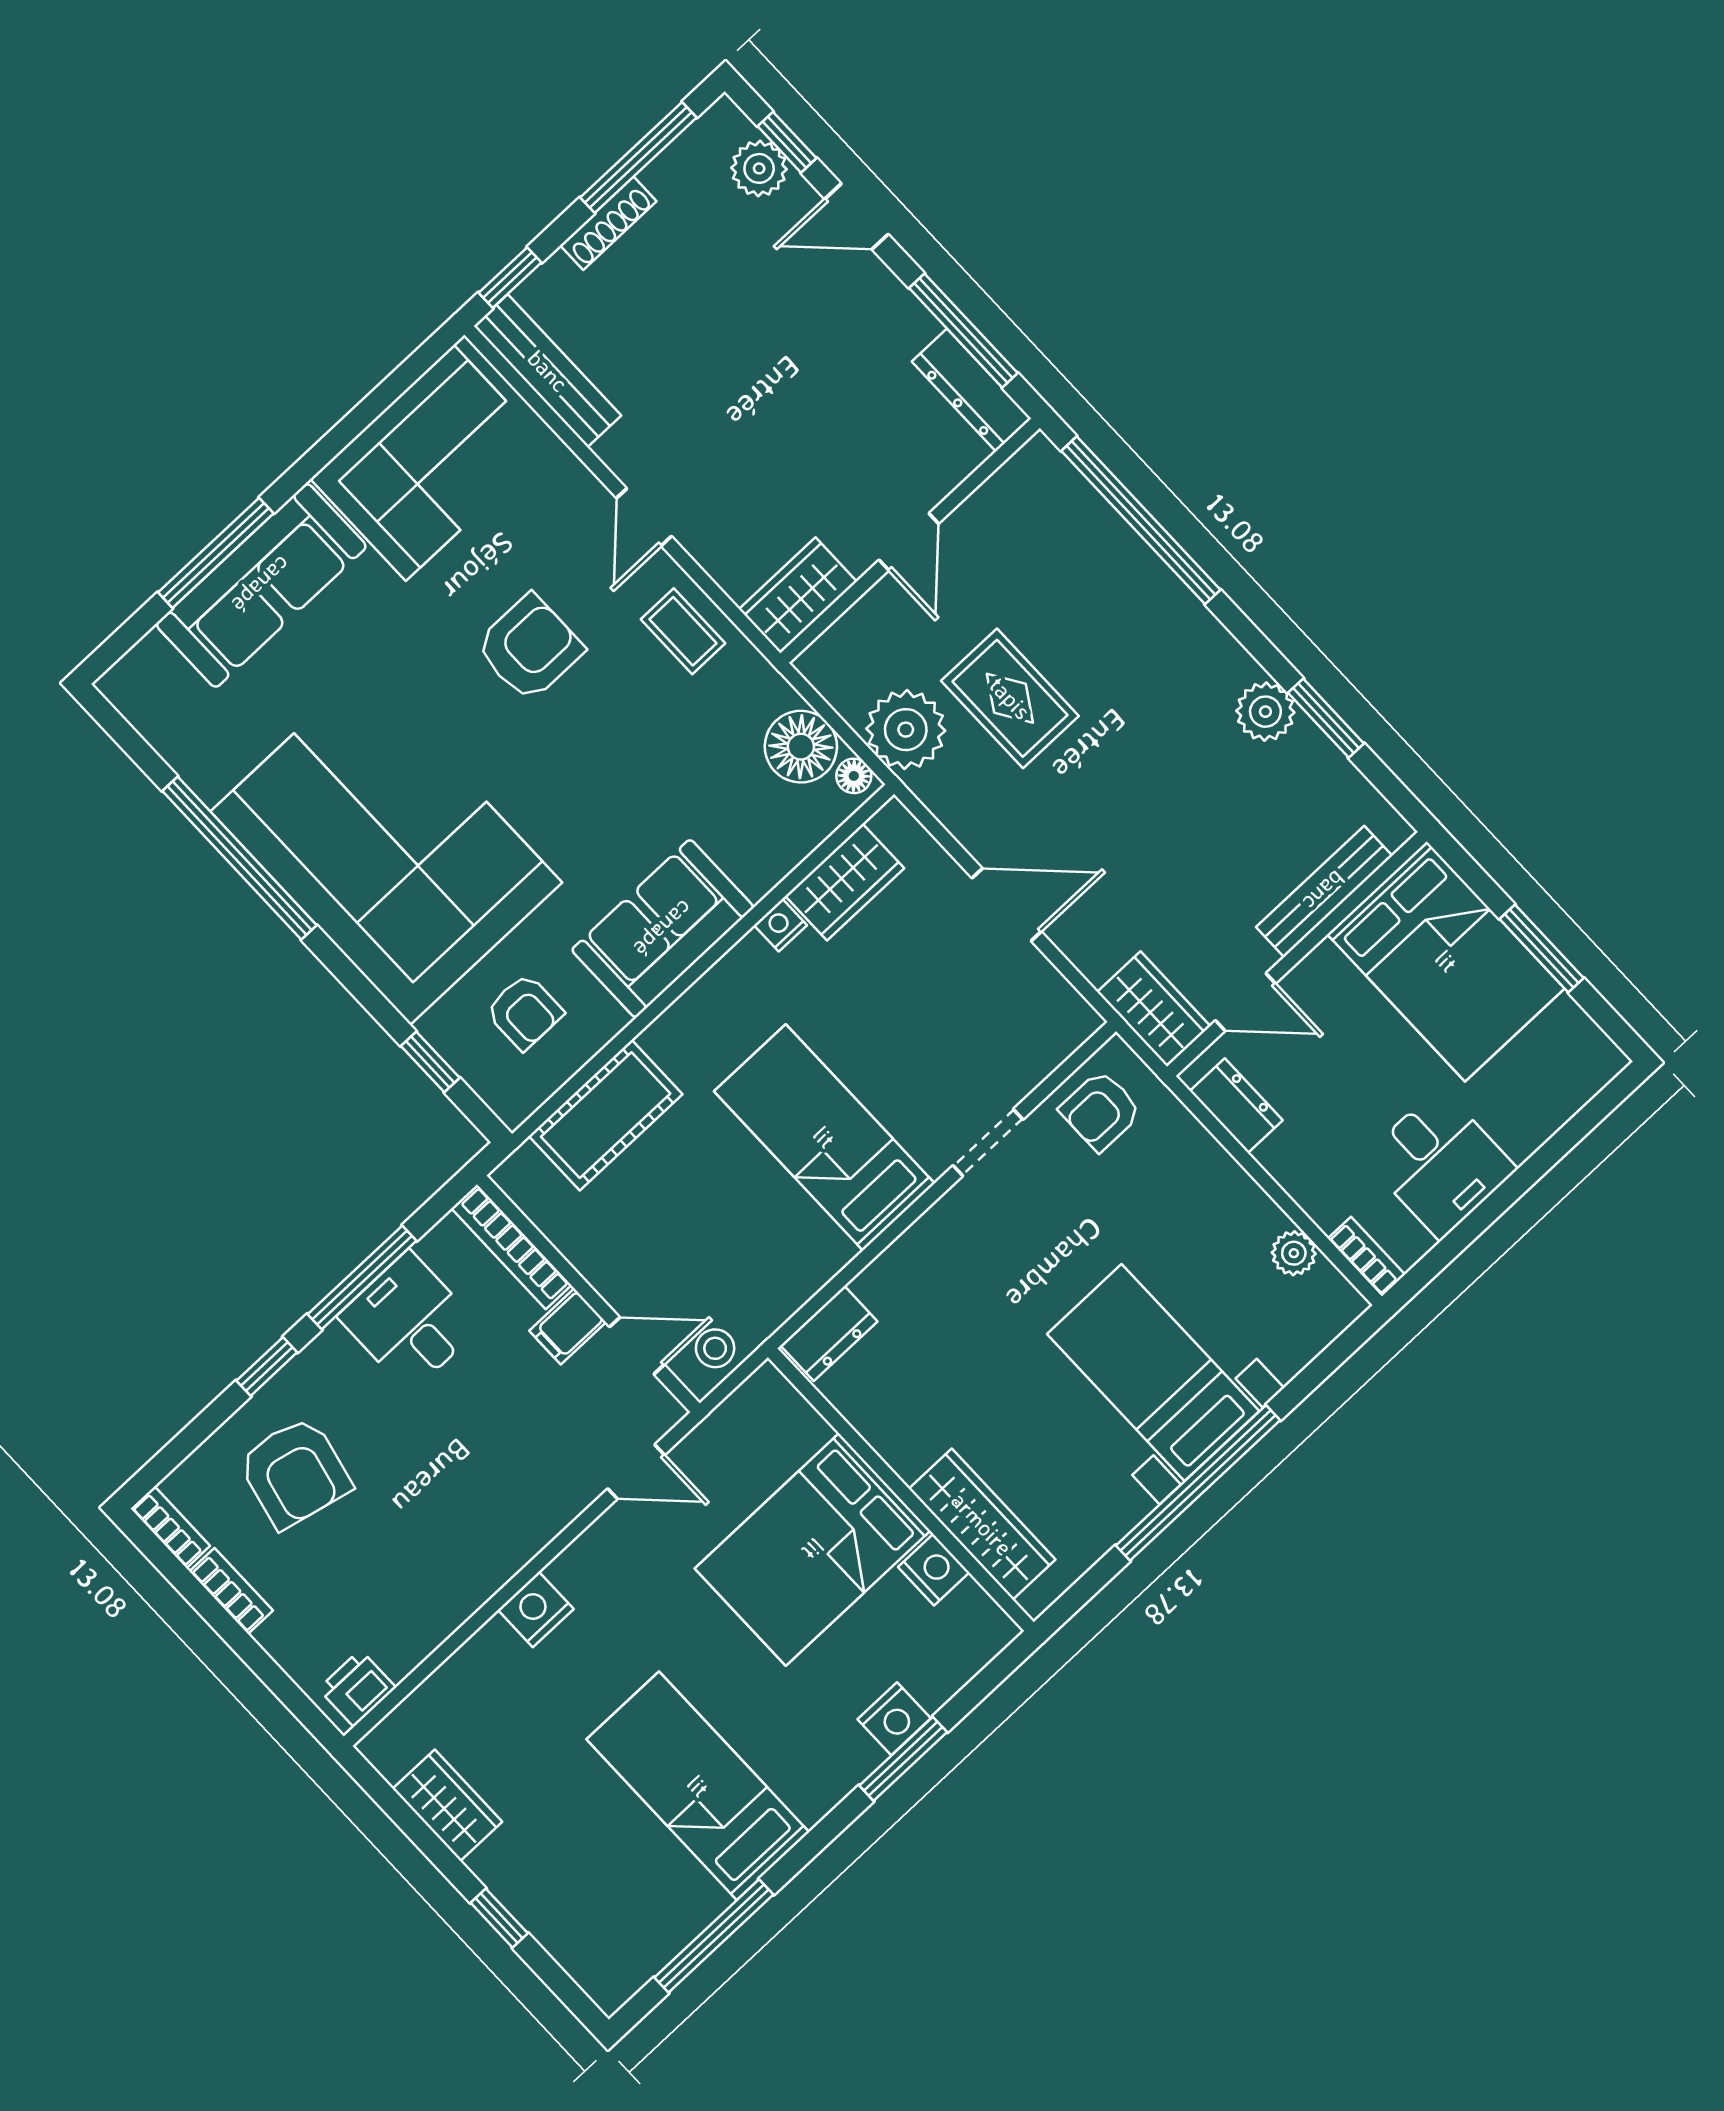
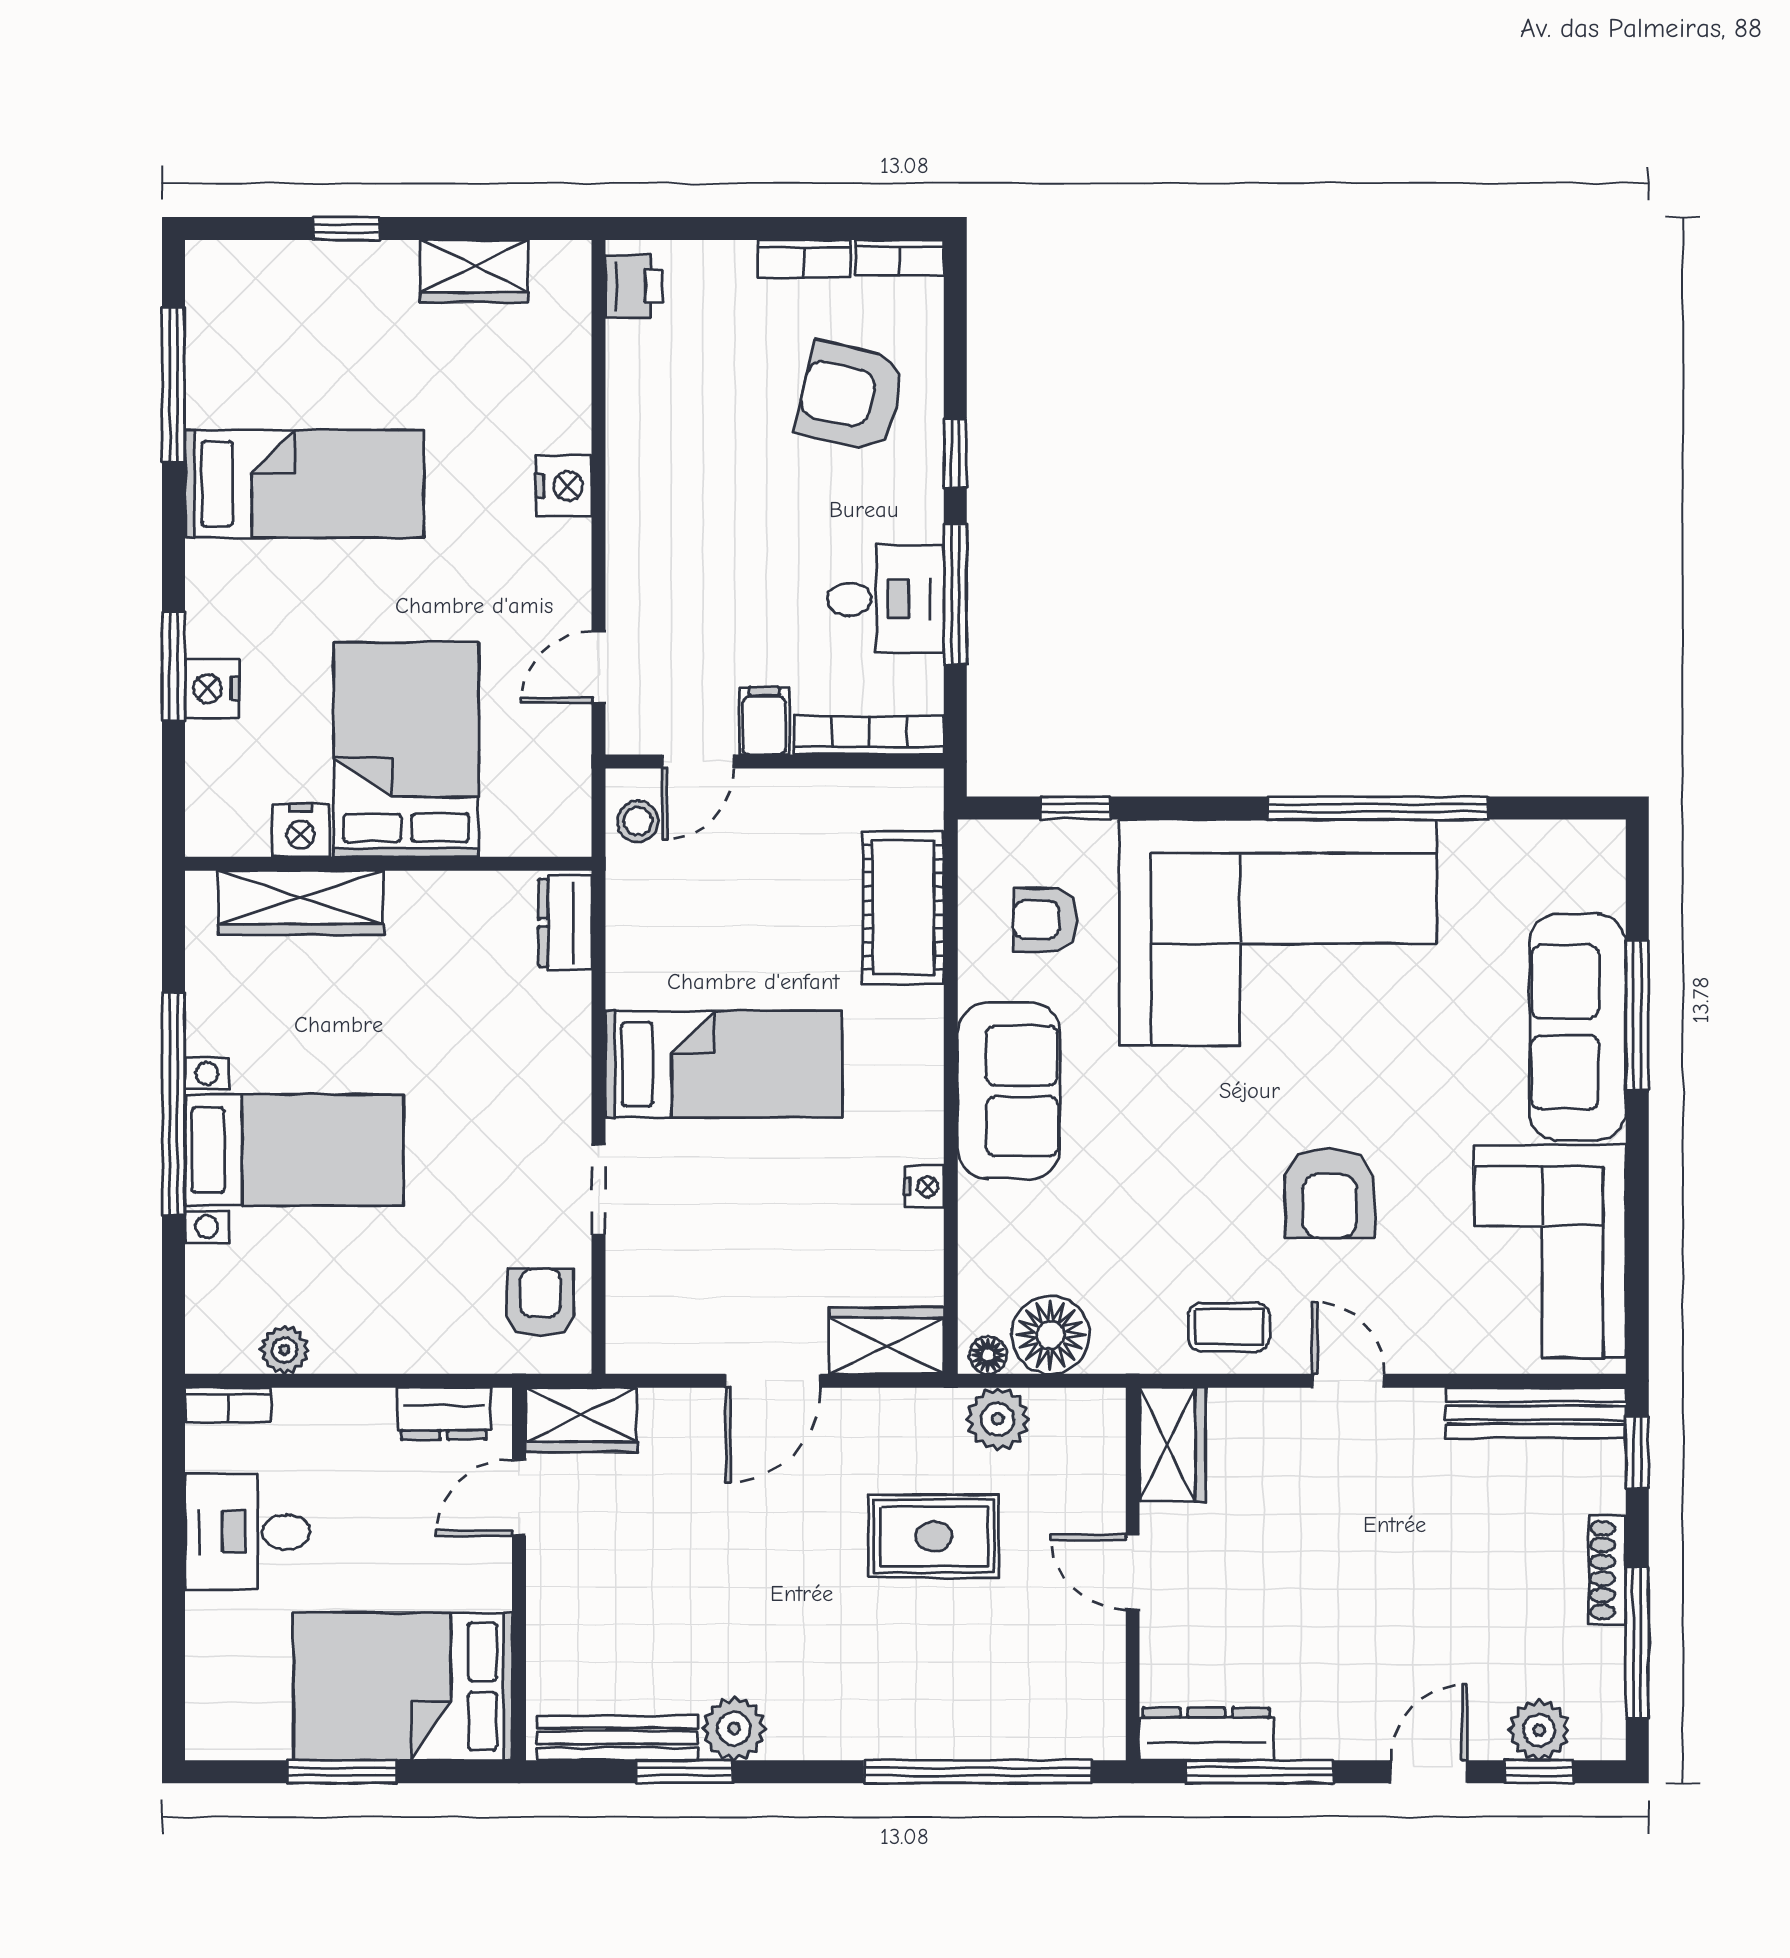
plant: (906, 730) -> (998, 1419), width x0.73, depth x0.73
wardrobe: (845, 882) -> (887, 1341), moved, turned 90
bench: (1324, 891) -> (617, 1738), moved, turned 90

